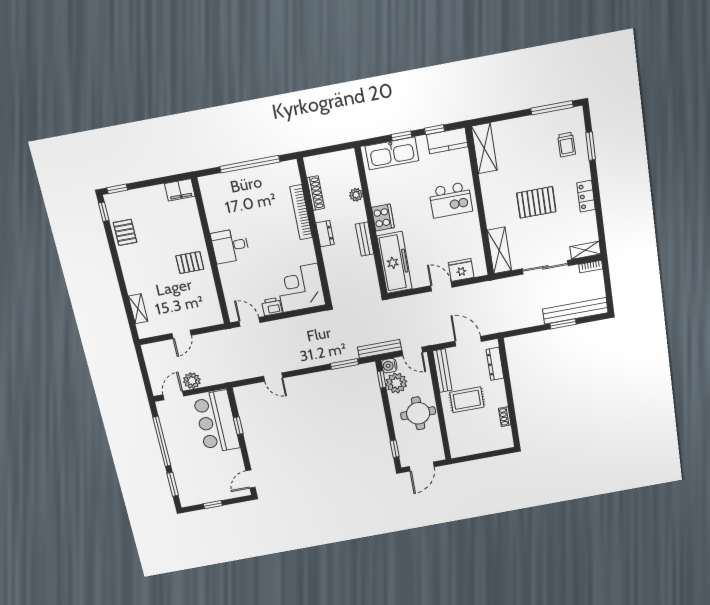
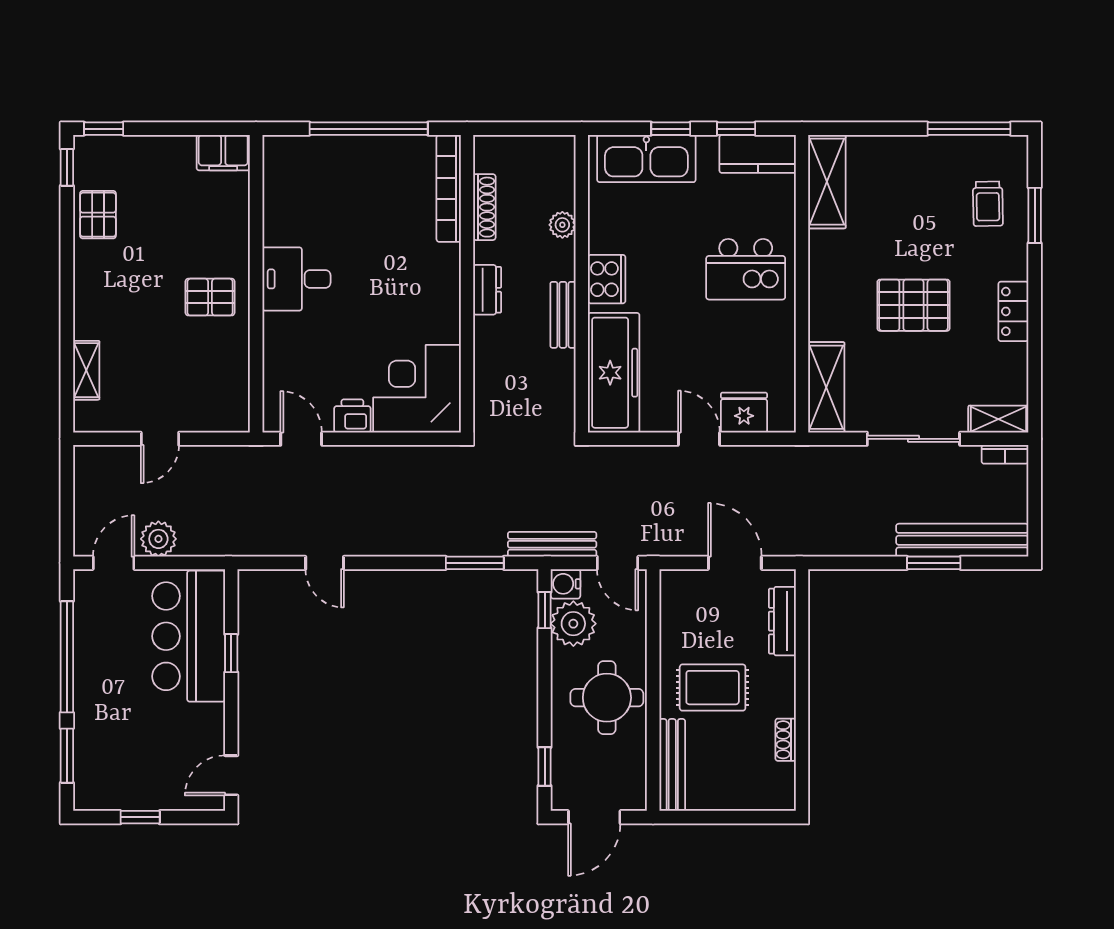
bookcase: (301, 212) -> (449, 188), moved
bench: (442, 371) -> (672, 765), moved

